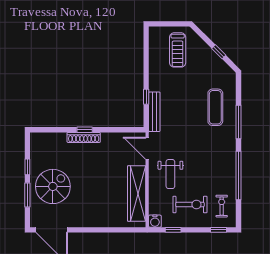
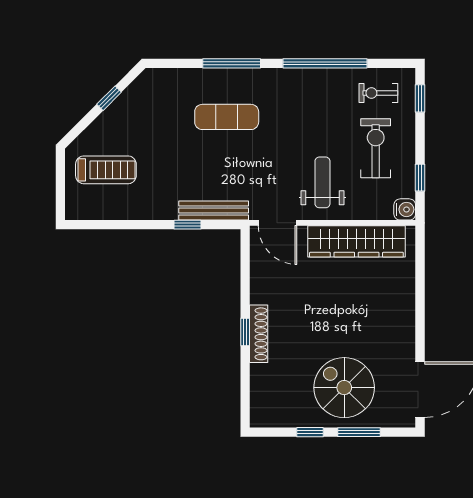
exercise mat: (215, 107) -> (227, 117), moved
door: (147, 148) -> (278, 223), hinge flipped
weight bench: (170, 174) -> (322, 182), turned -90

